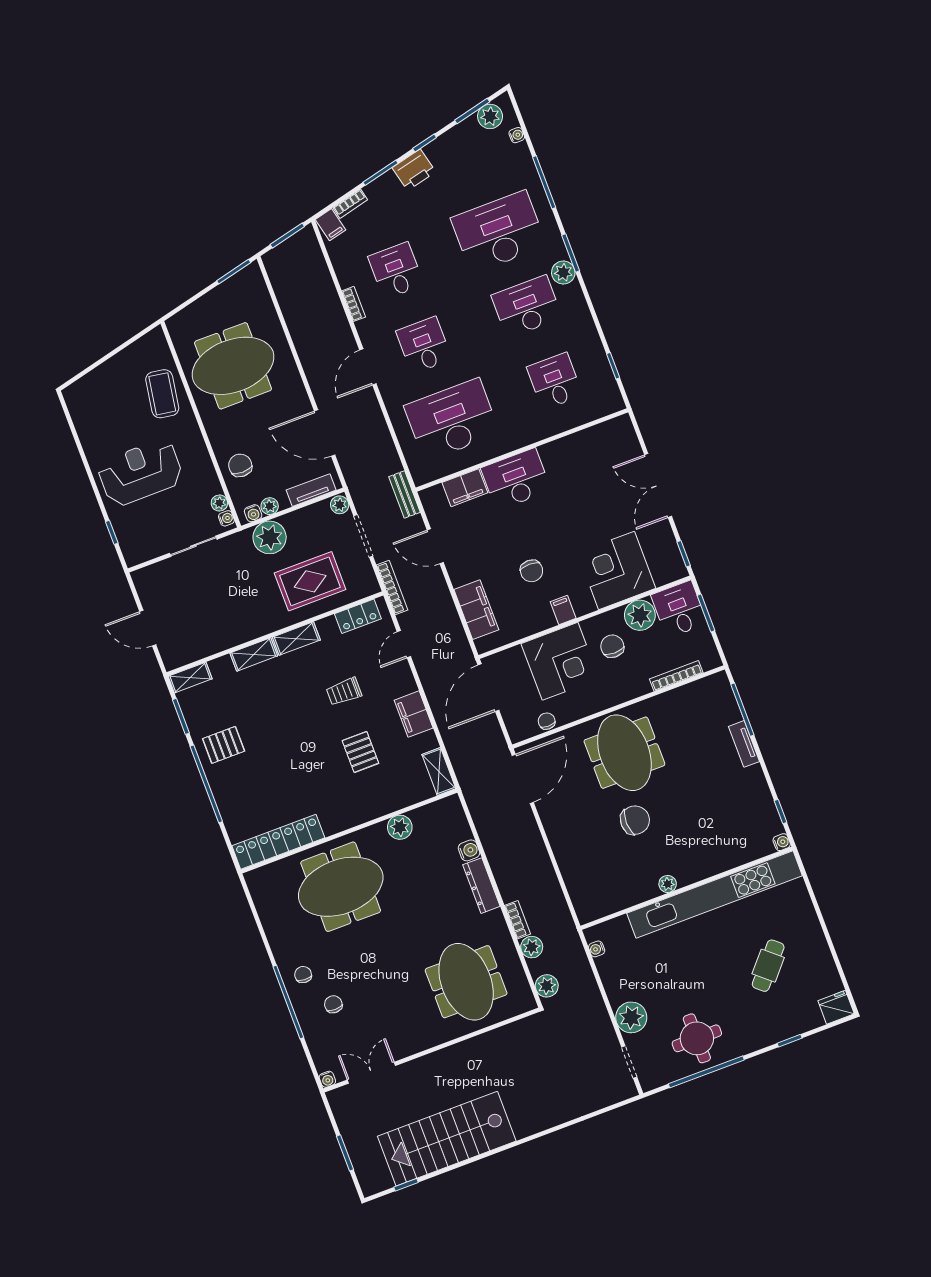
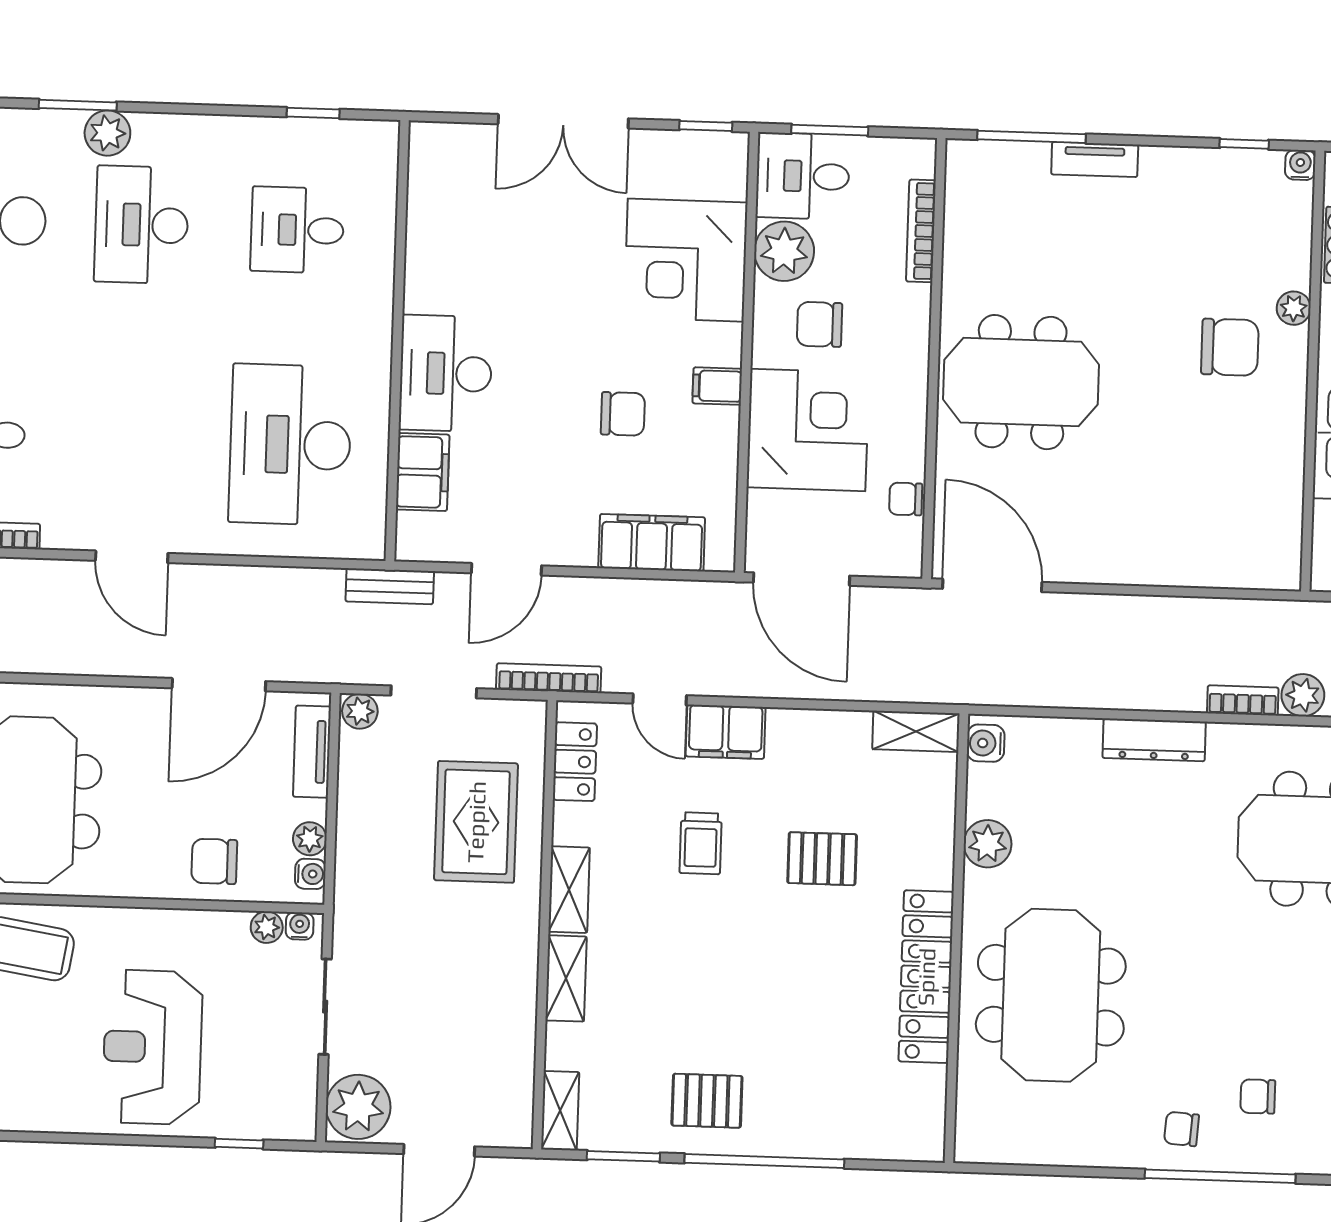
desk: (424, 345) -> (134, 439), removed
plant: (270, 537) -> (358, 1107), moved
filing cabinet: (414, 714) -> (726, 732), moved
pallet: (224, 745) -> (707, 1101), turned 90
chair: (635, 820) -> (1230, 347), moved, turned 91
locker: (278, 842) -> (926, 977), moved
water cooler: (469, 850) -> (986, 743), moved, turned -90
plant: (668, 884) -> (1294, 308), moved

